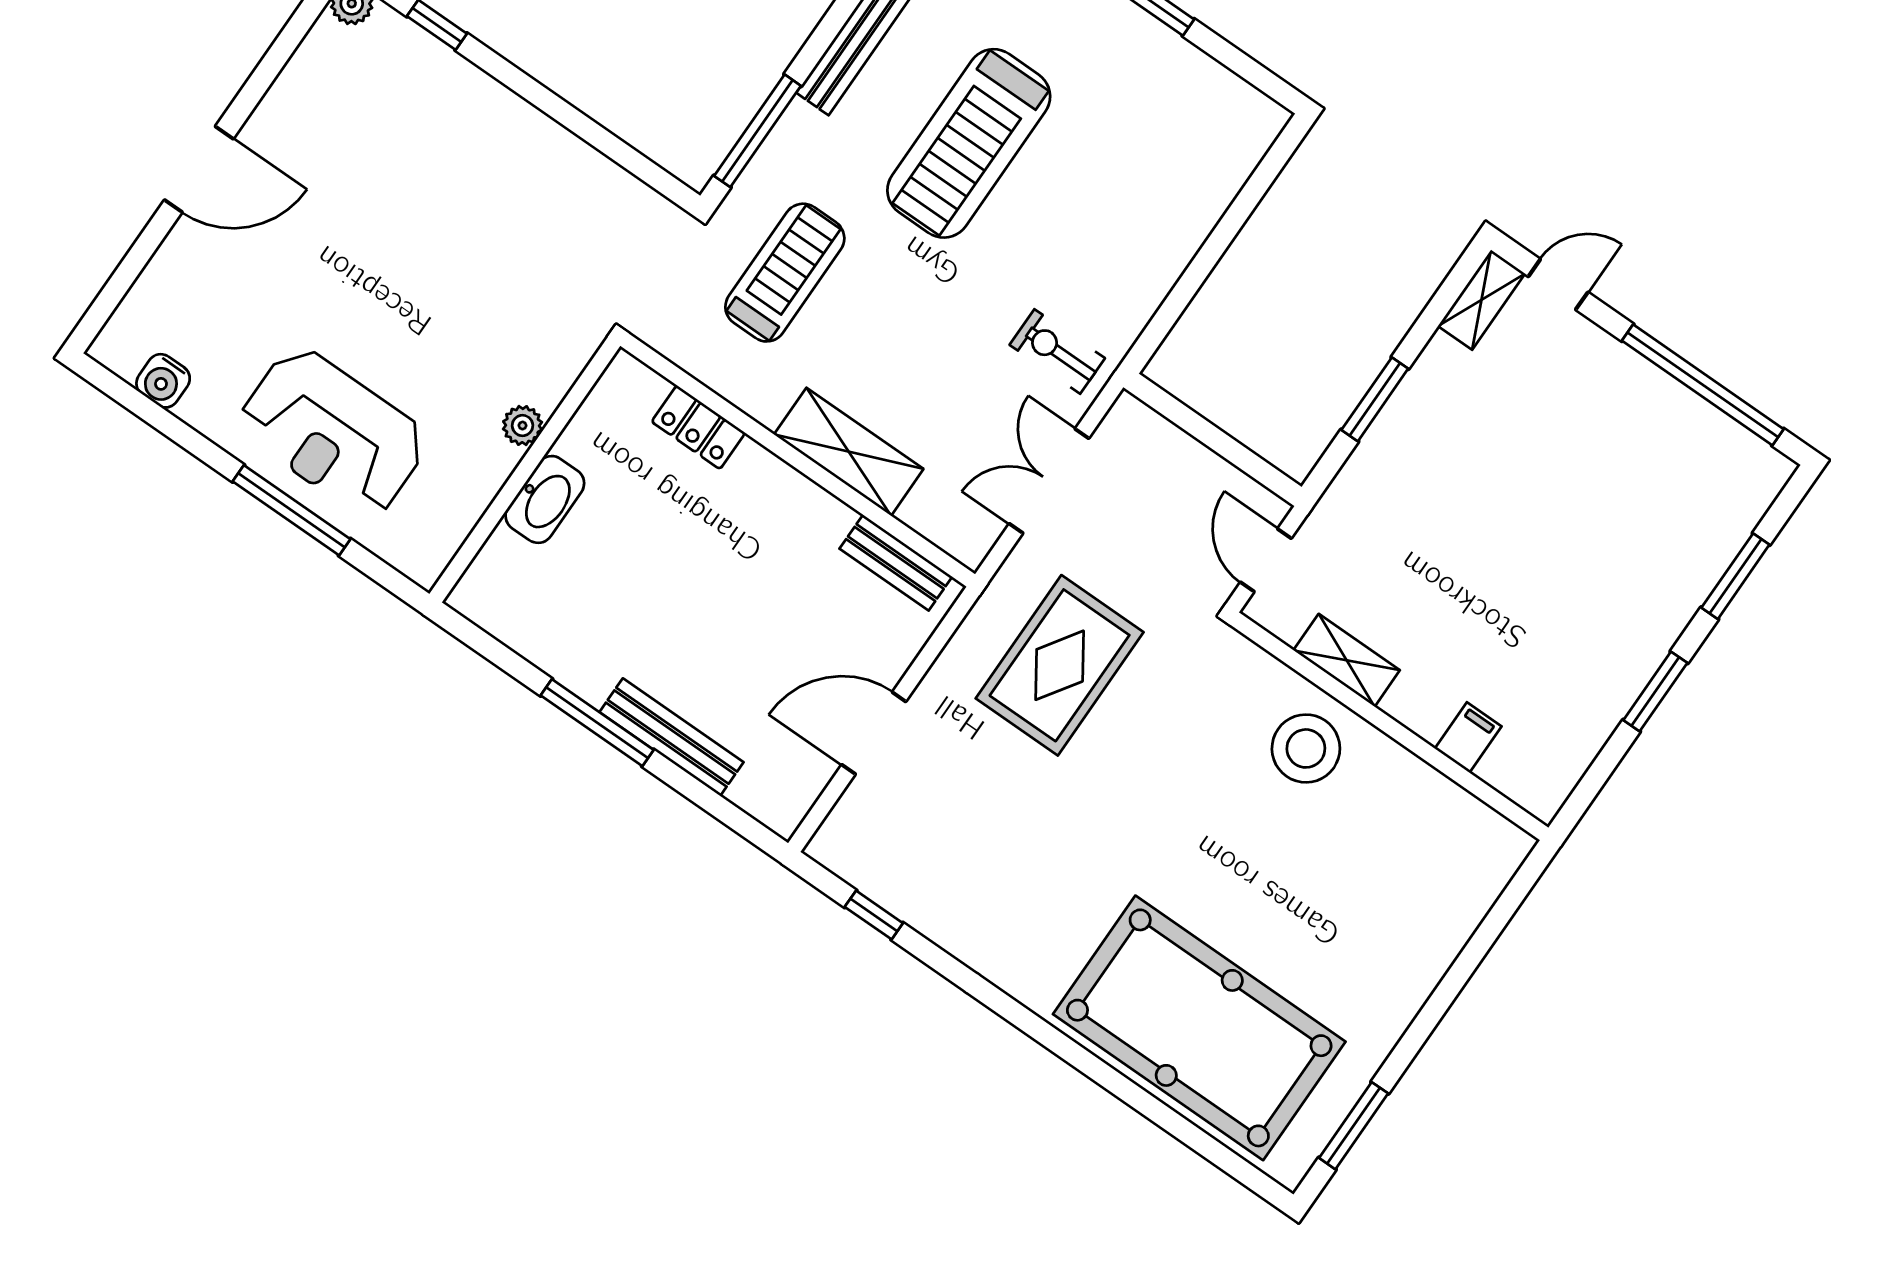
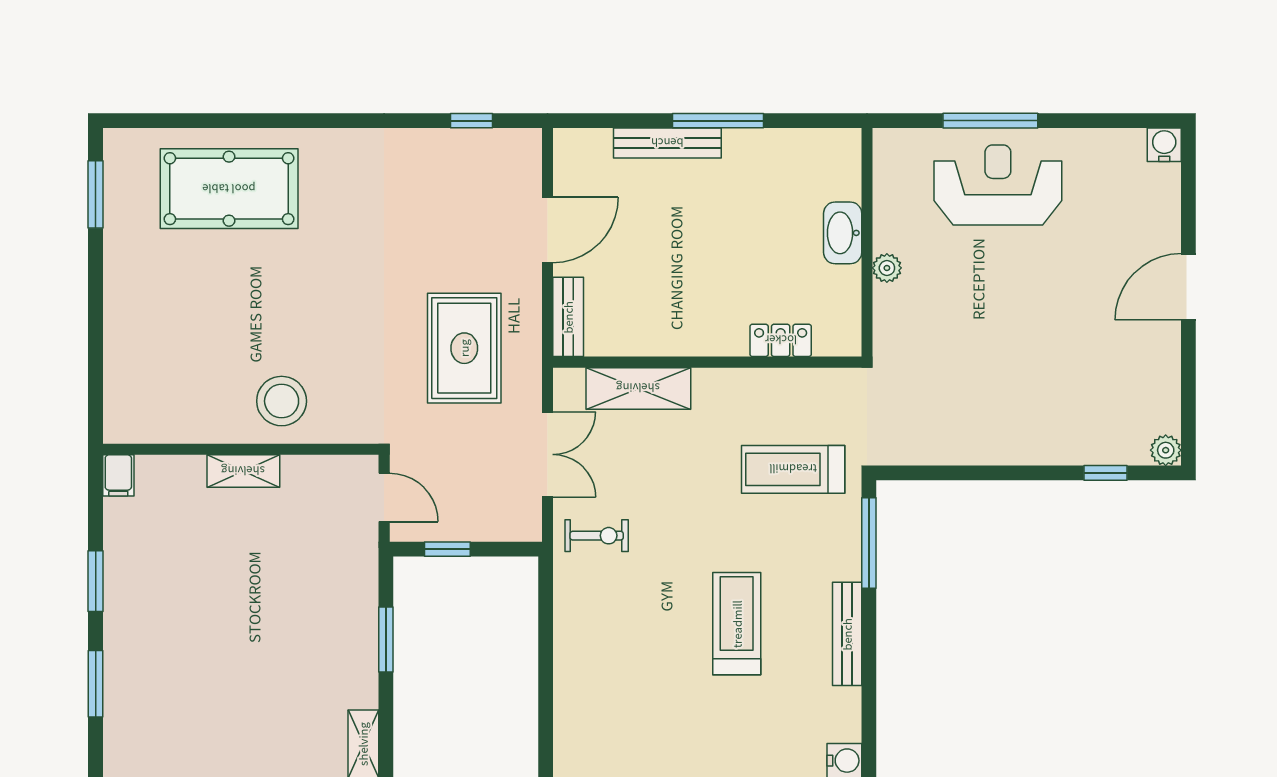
treadmill: (969, 143) -> (737, 624), width x0.73, depth x0.73
treadmill: (785, 273) -> (793, 469), turned 90
water cooler: (163, 381) -> (1164, 145), moved
shelving: (849, 452) -> (638, 388), moved
window: (1235, 453) -> (447, 549), added
bench: (896, 563) -> (568, 317), moved, turned 90
shelving: (1347, 660) -> (243, 471), moved
filing cabinet: (1468, 737) -> (118, 475), moved
pool table: (1199, 1028) -> (229, 189), width x0.73, depth x0.76

